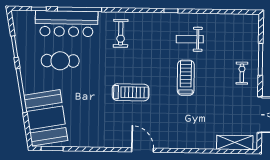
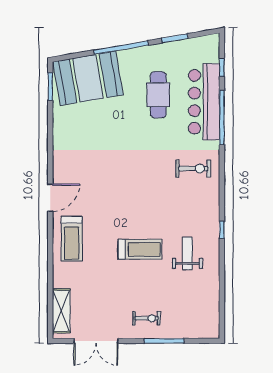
exercise bike: (121, 33) -> (193, 169), turned 180
treadmill: (131, 92) -> (72, 239), moved

